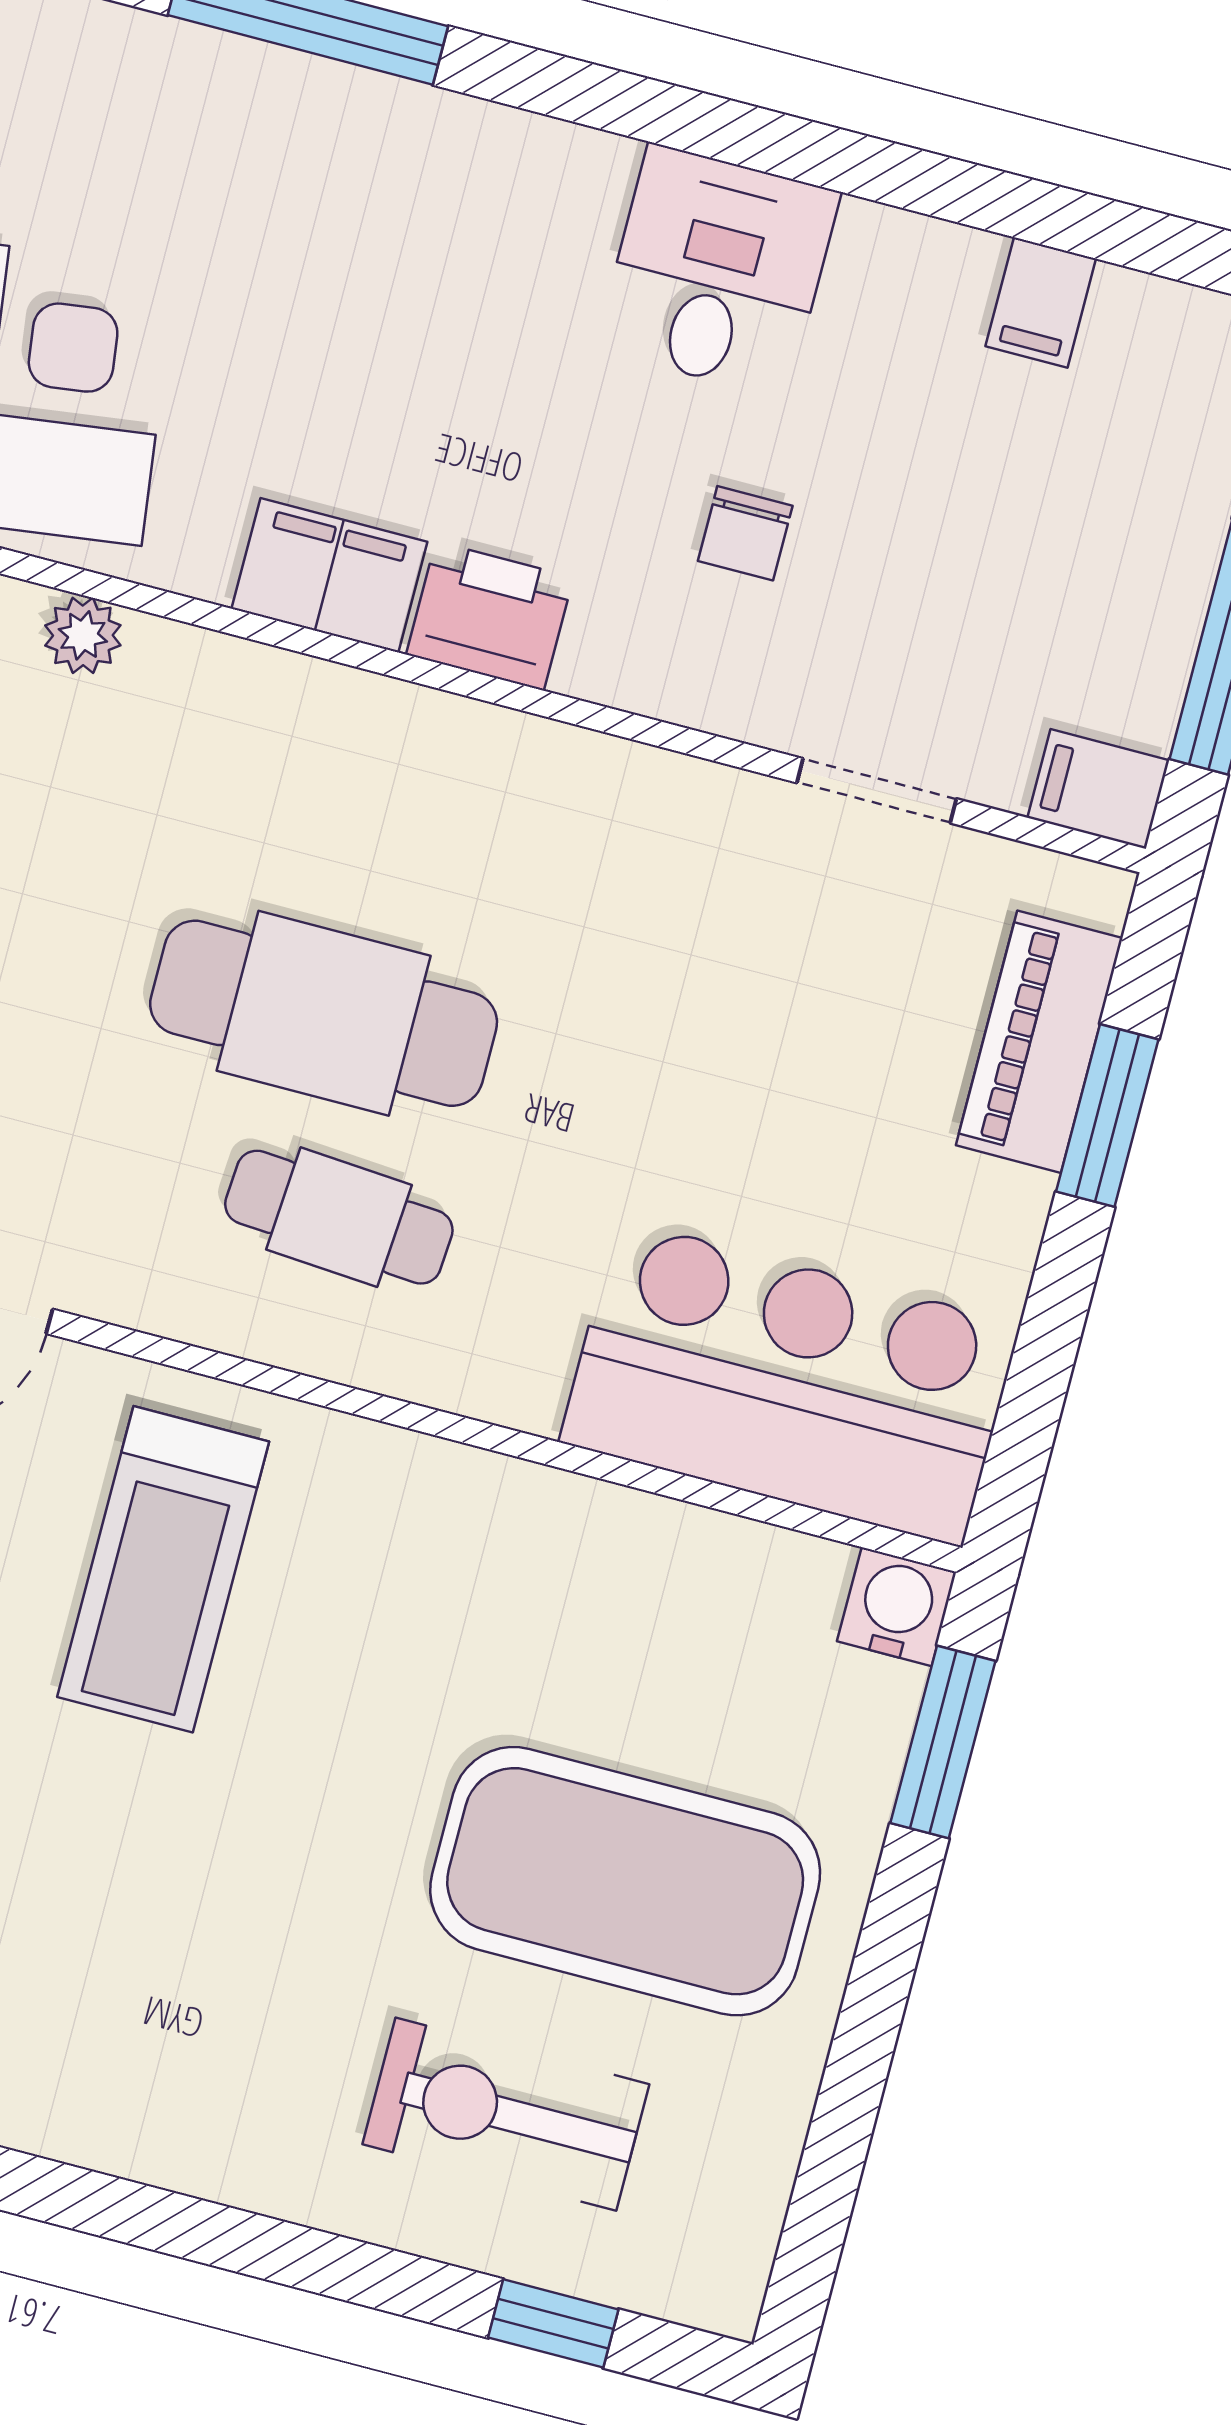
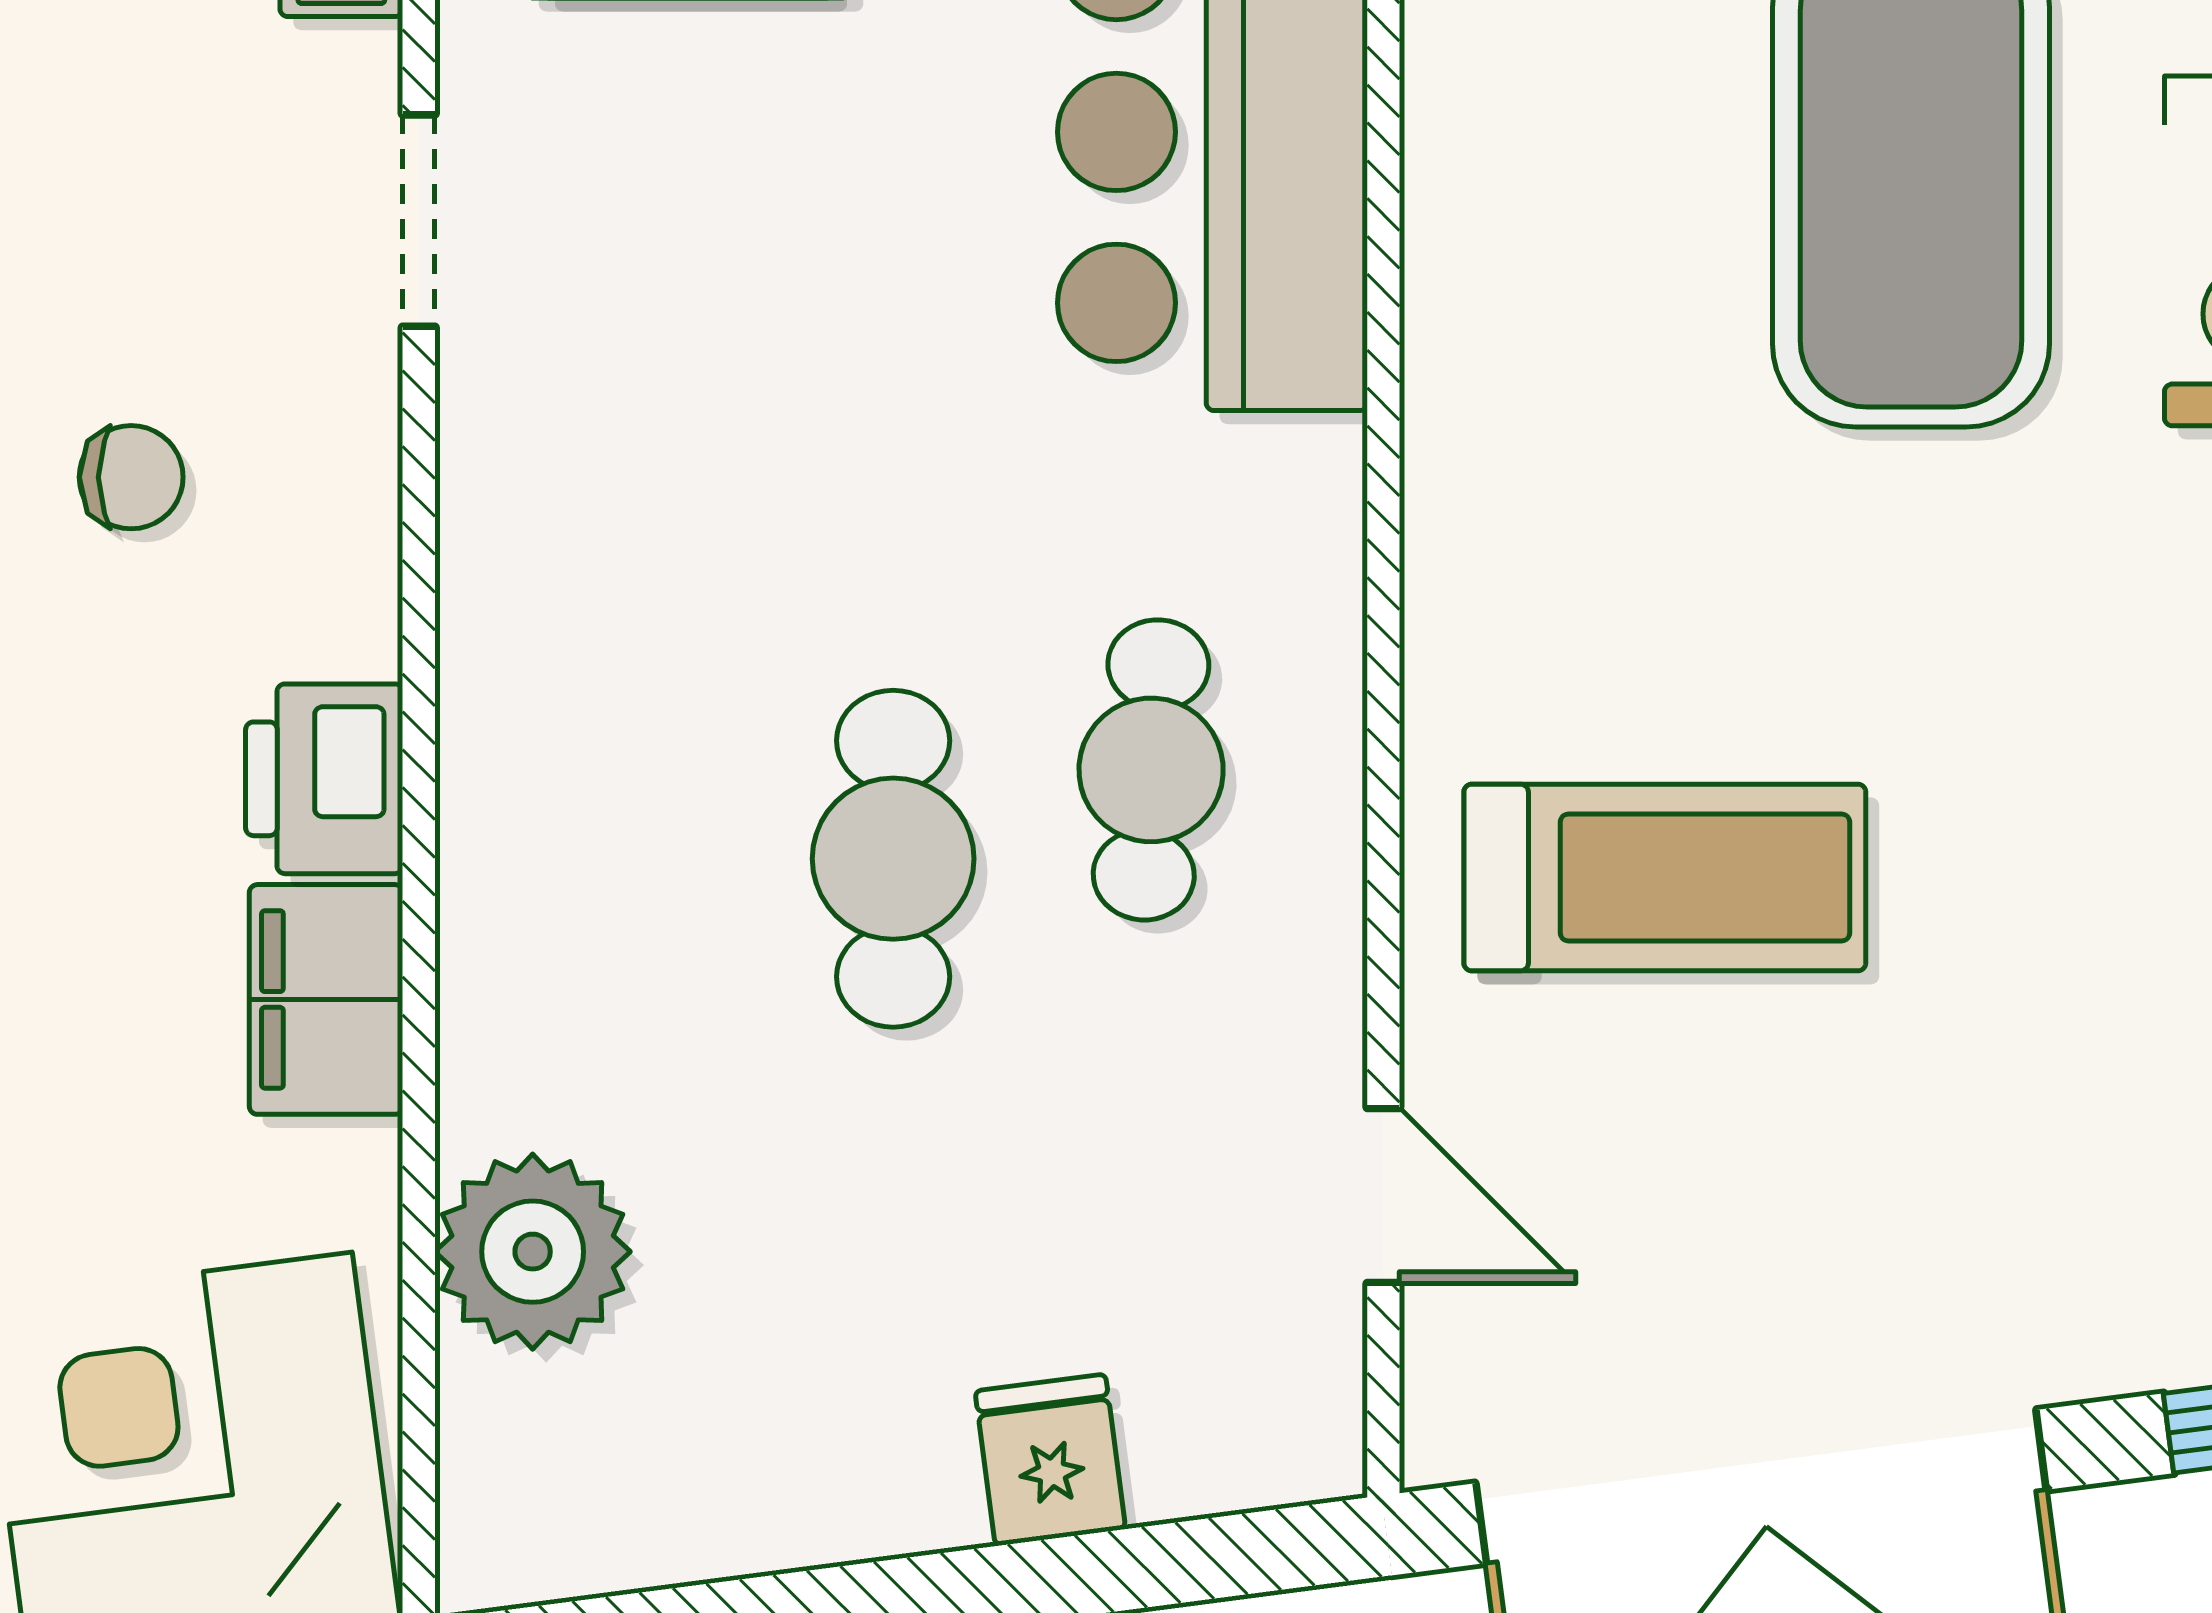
plant: (83, 635) -> (533, 1252), width x1.88, depth x1.88
cafe table: (324, 1013) -> (893, 859), width x0.73, depth x0.74

